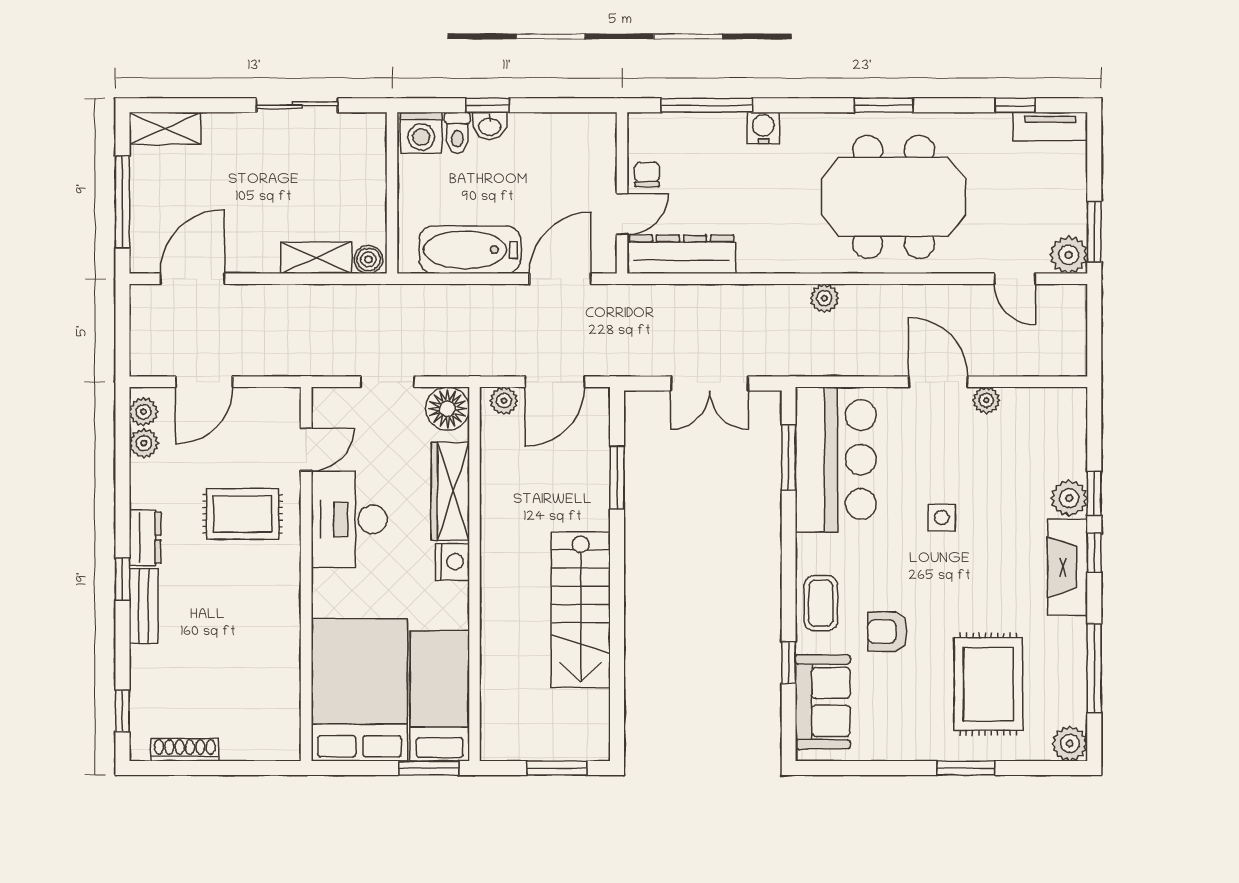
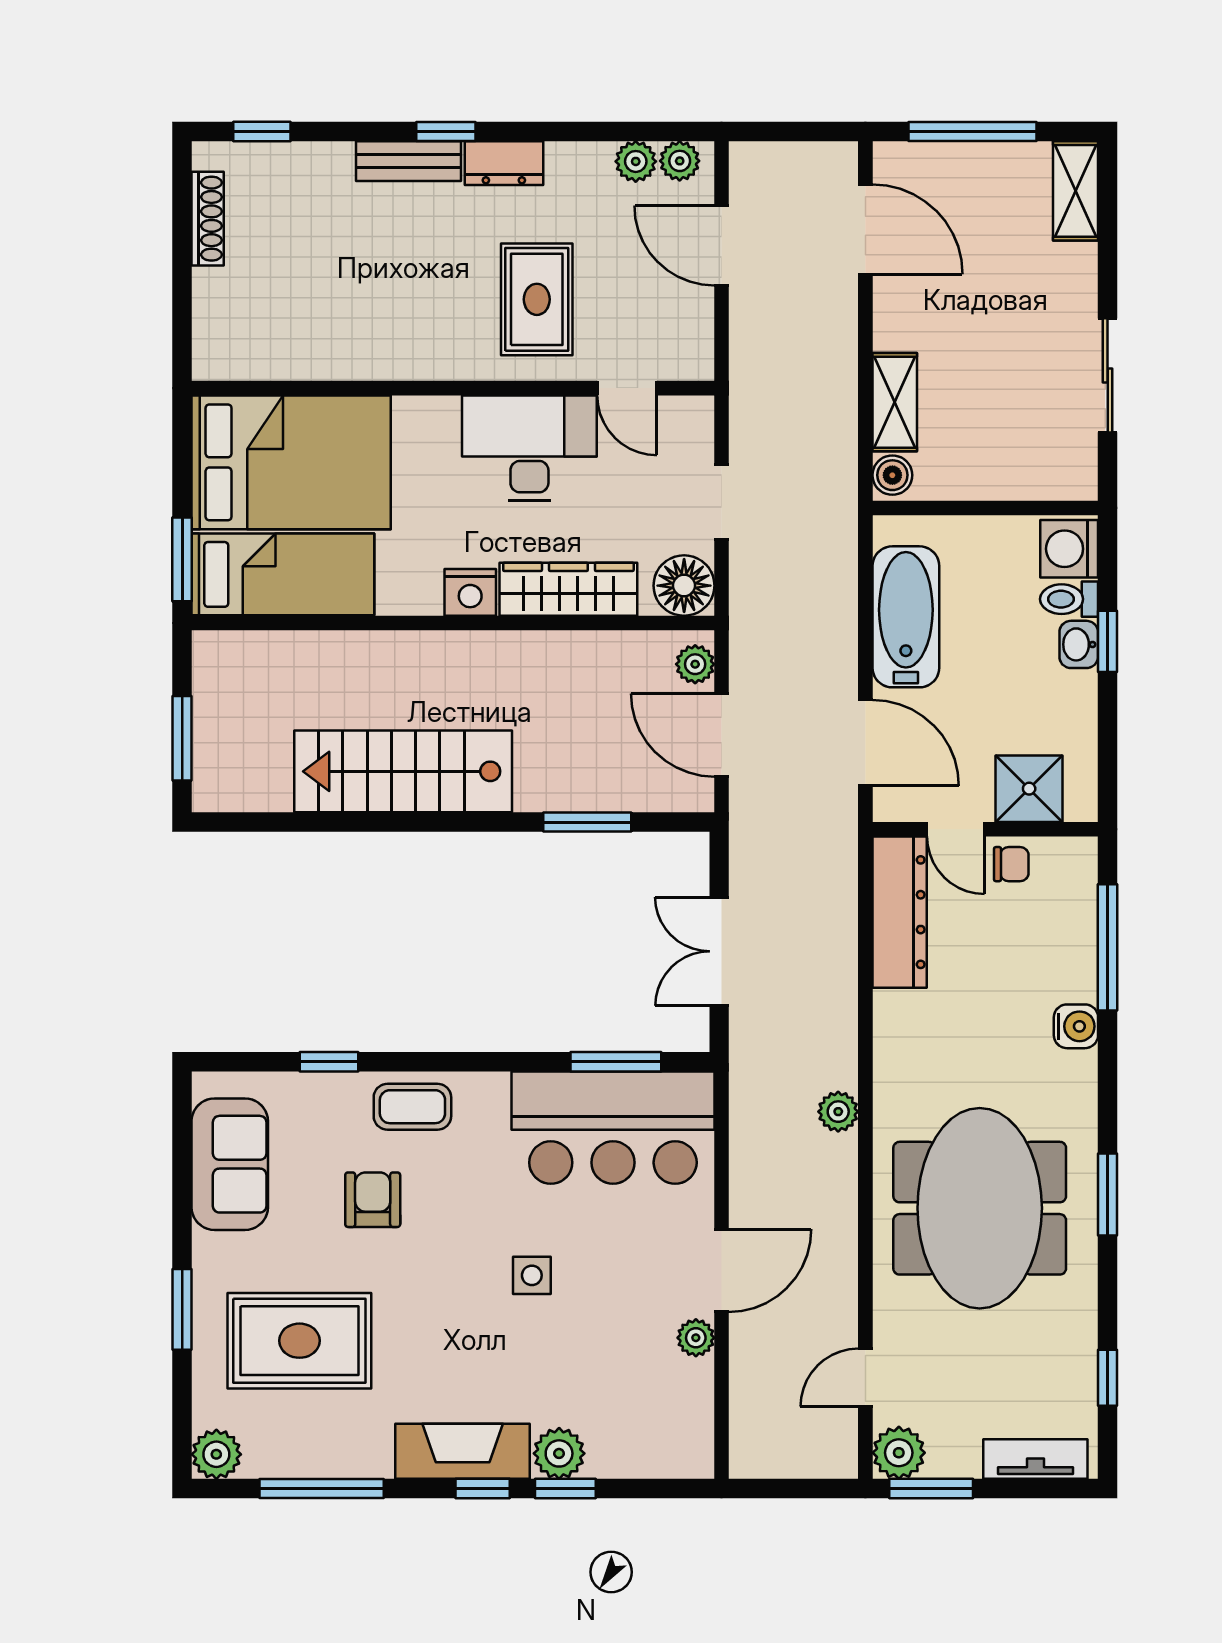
tv unit: (1050, 126) -> (1035, 1459), moved, turned 90
shower: (593, 162) -> (1029, 789), added
sofa: (823, 702) -> (230, 1164), moved, turned -90

